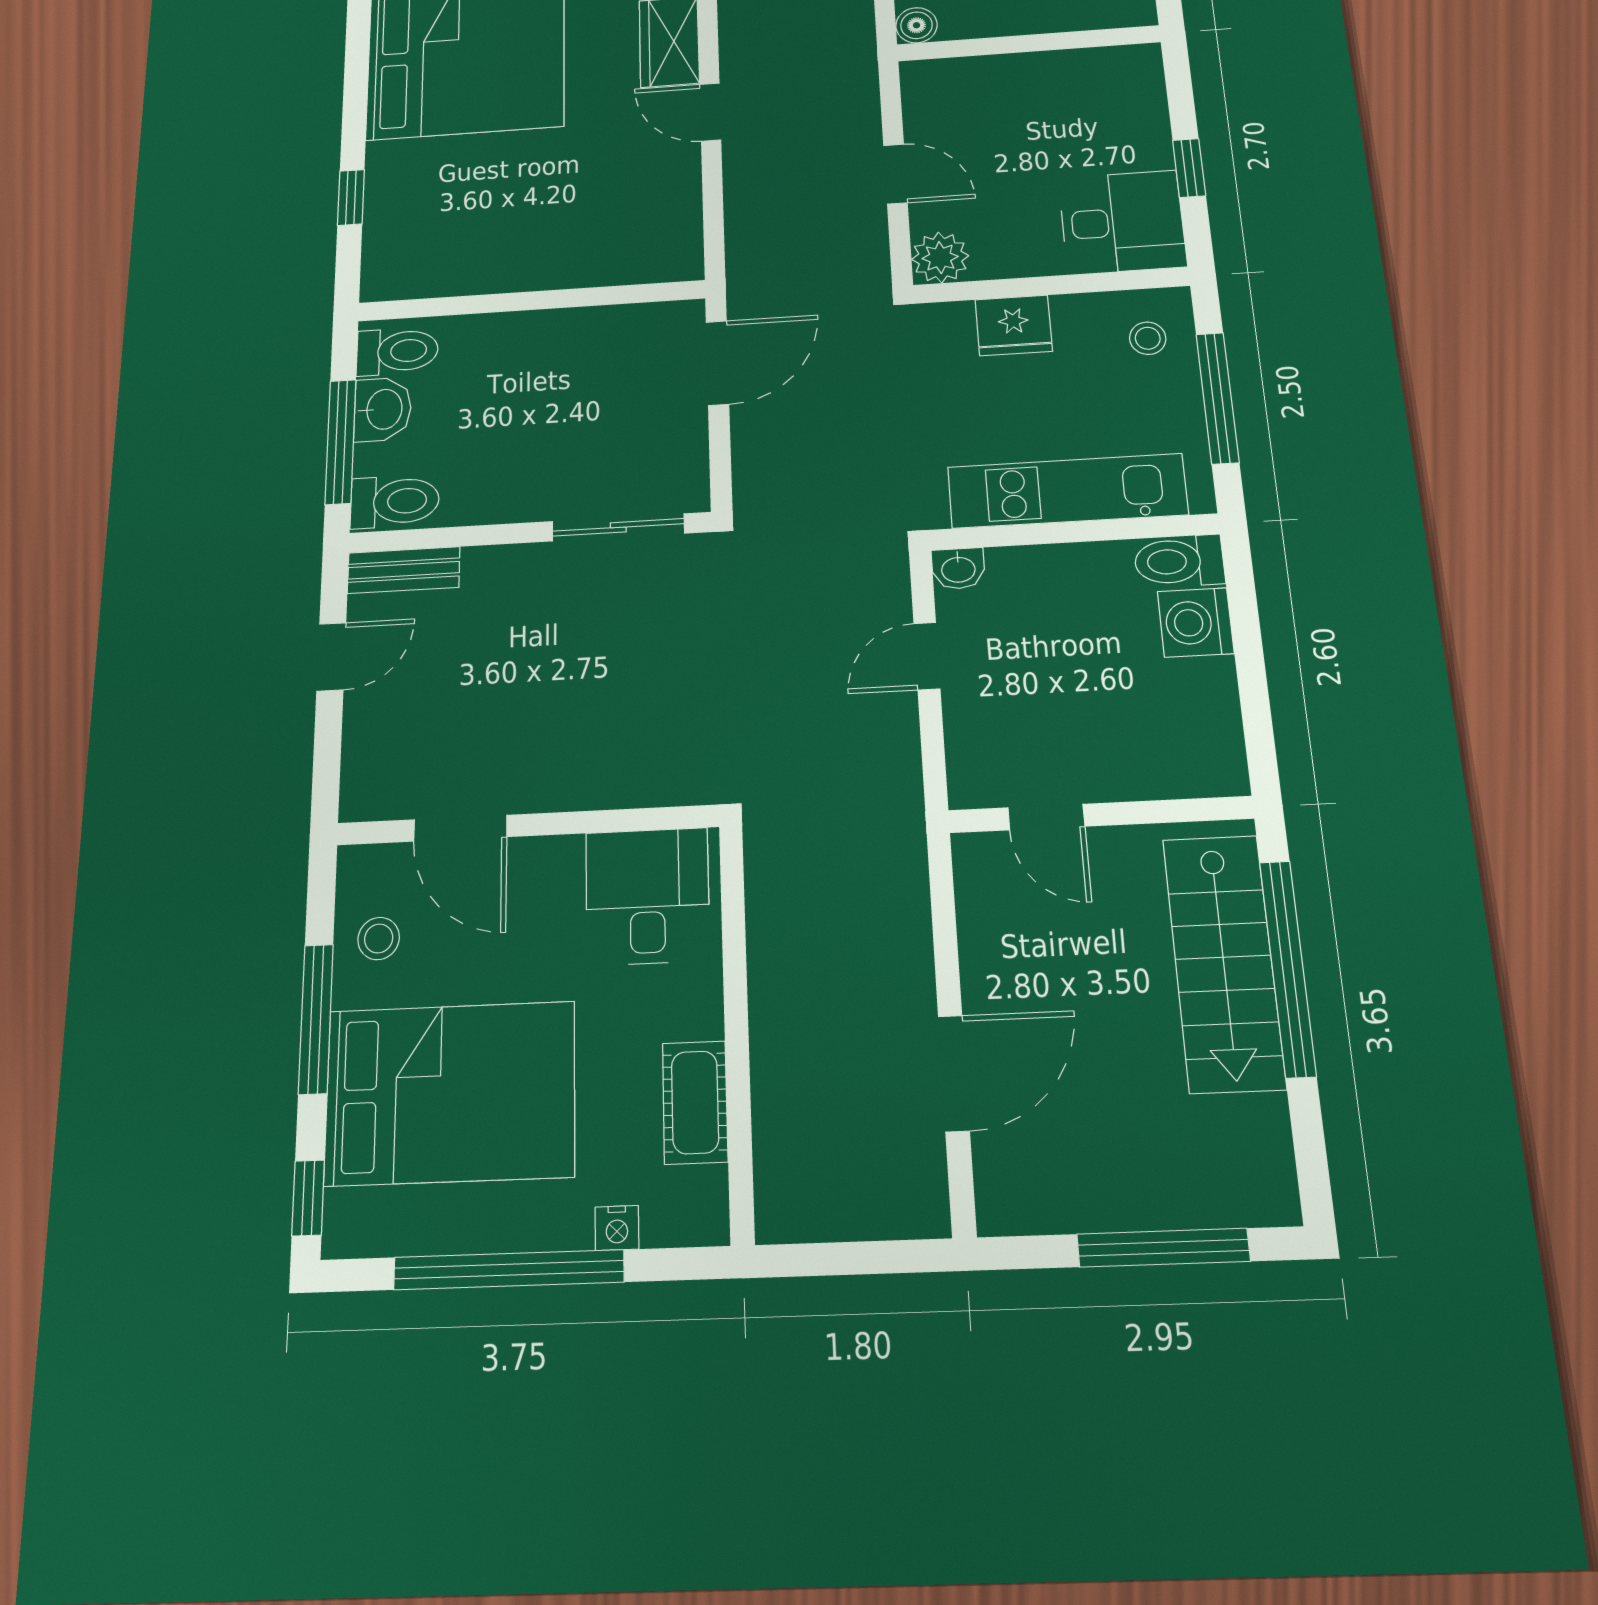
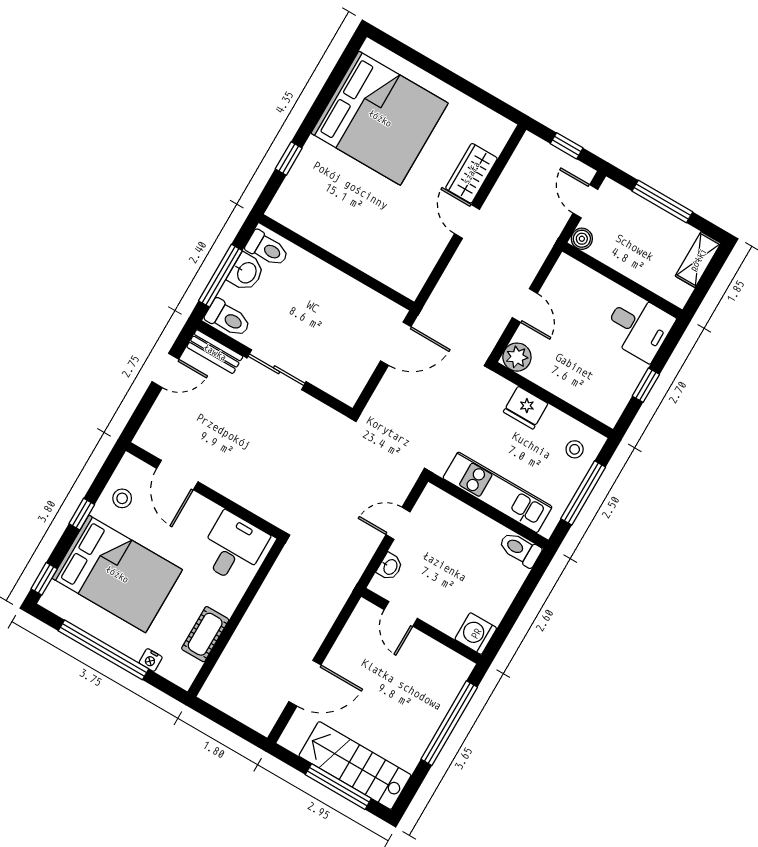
desk: (1122, 222) -> (639, 327), moved
sliding door: (618, 527) -> (277, 370), moved
washbasin: (958, 569) -> (390, 567), moved, turned -90
washing machine: (1196, 622) -> (476, 634), moved
stairs: (1224, 962) -> (355, 765), moved, turned 90
window: (316, 1019) -> (82, 514), width x0.46

